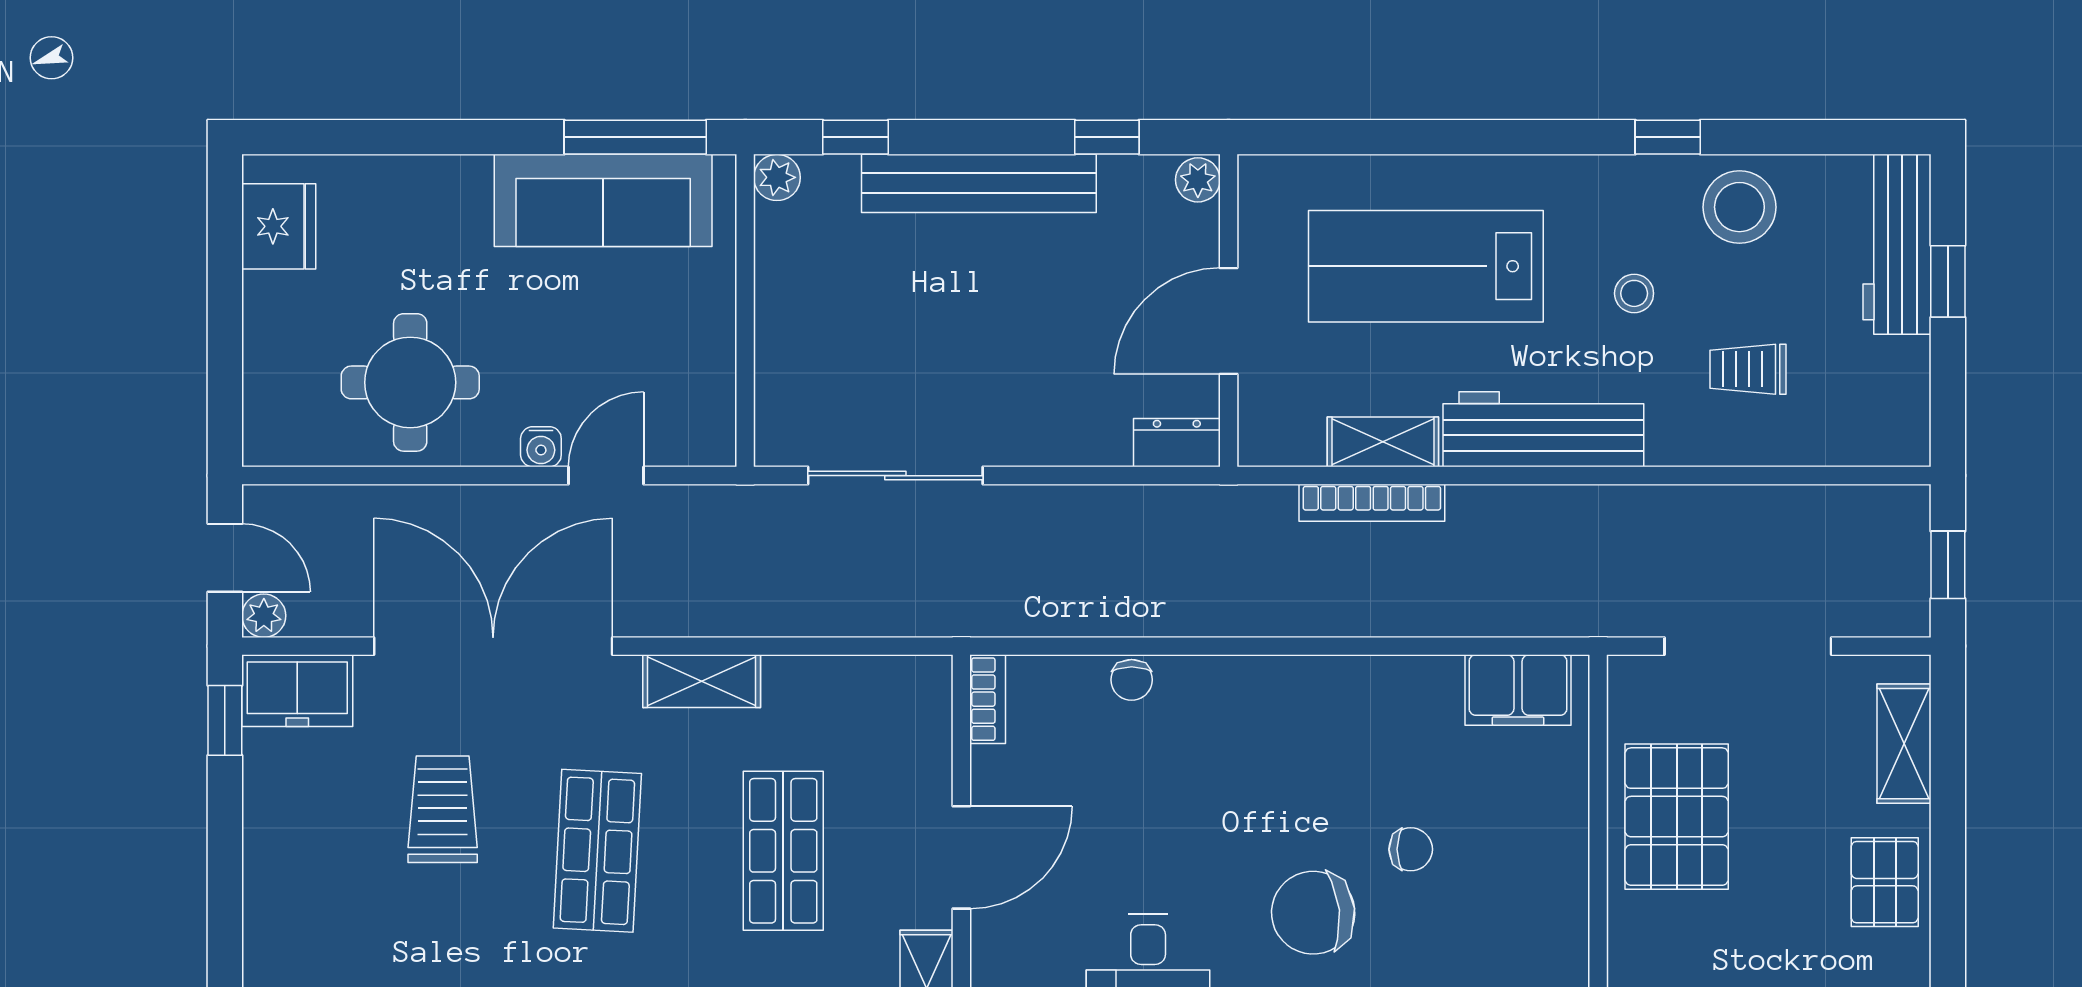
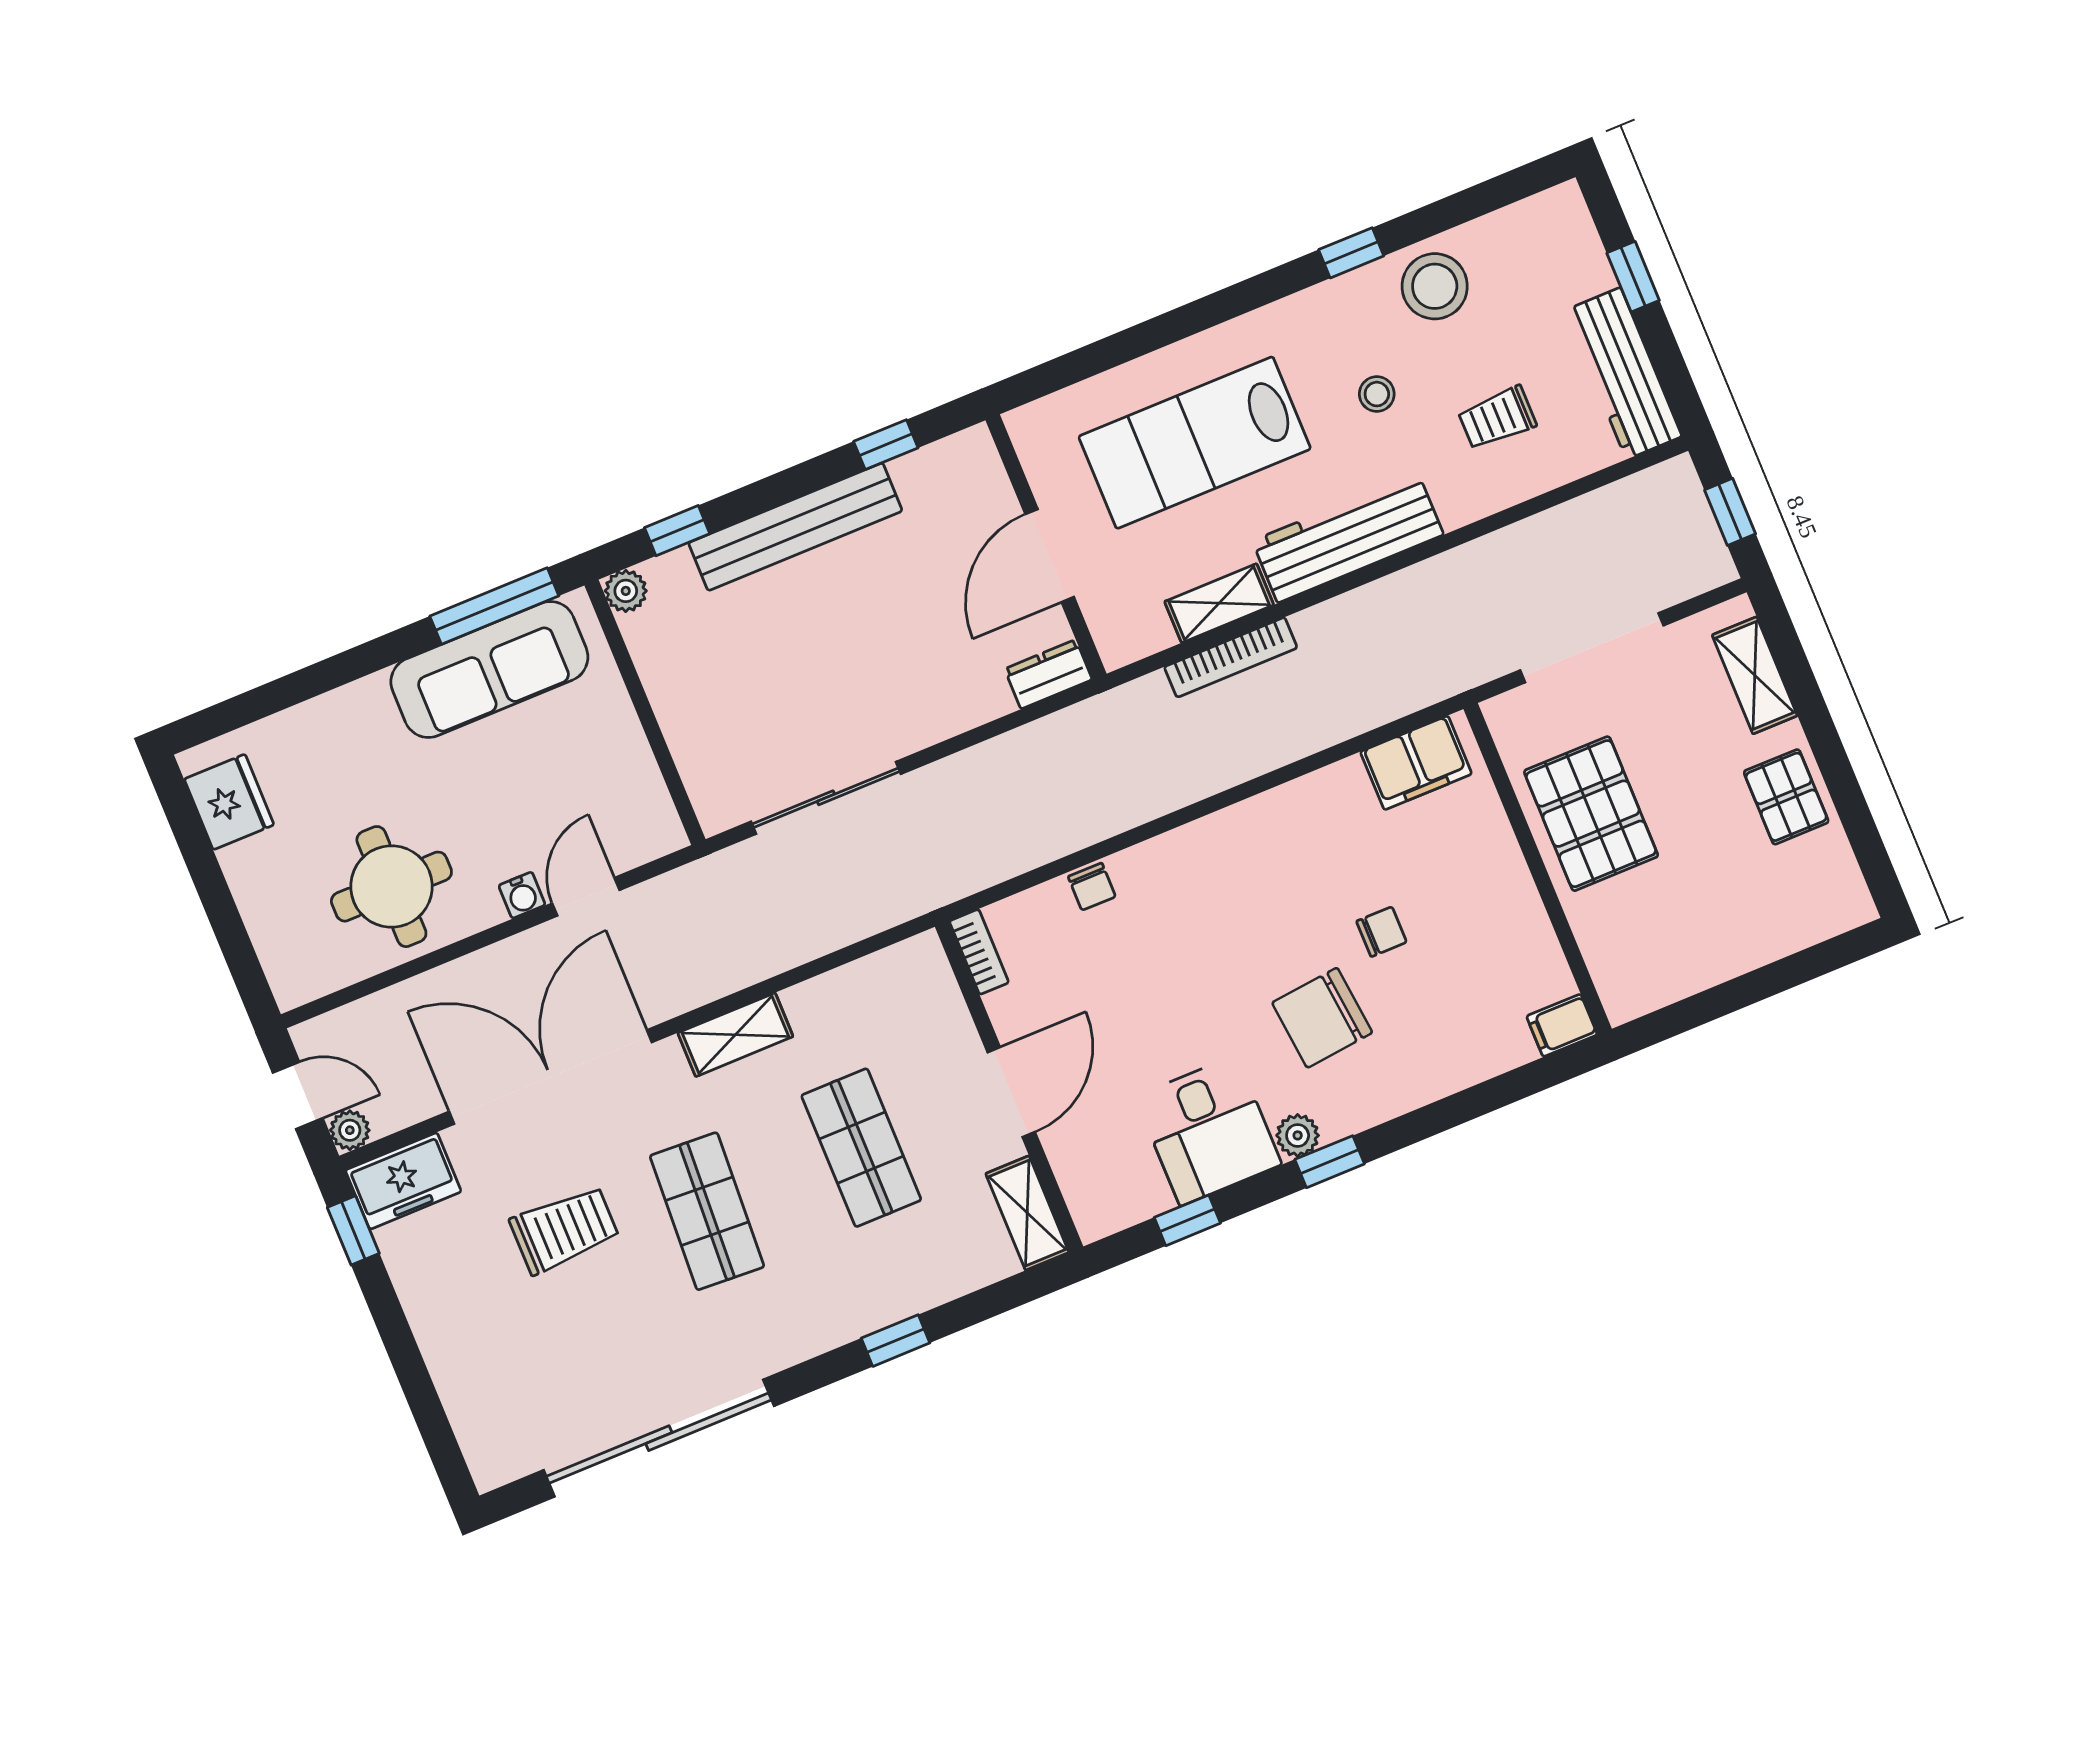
plant: (1198, 180) -> (976, 449), removed
workbench: (1897, 244) -> (1624, 373), moved
trolley: (443, 809) -> (564, 1230), turned 90

